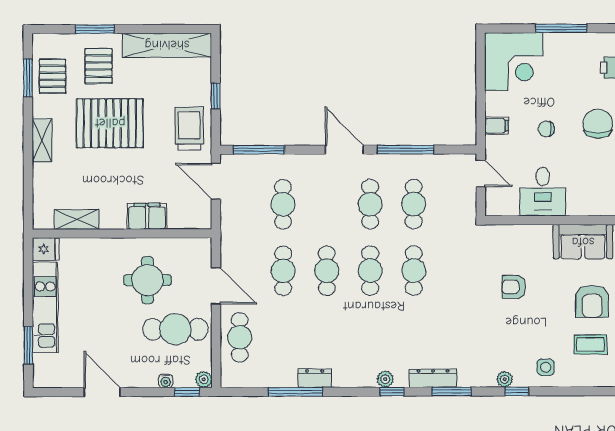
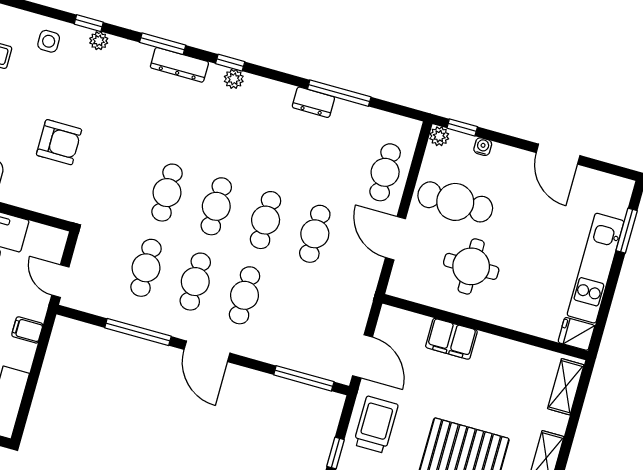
trolley: (189, 129) -> (376, 425), turned 180
cafe table: (283, 204) -> (245, 295), moved
shelving: (77, 219) -> (566, 387), moved, turned 90
armchair: (514, 287) -> (59, 142), width x1.38, depth x1.38

